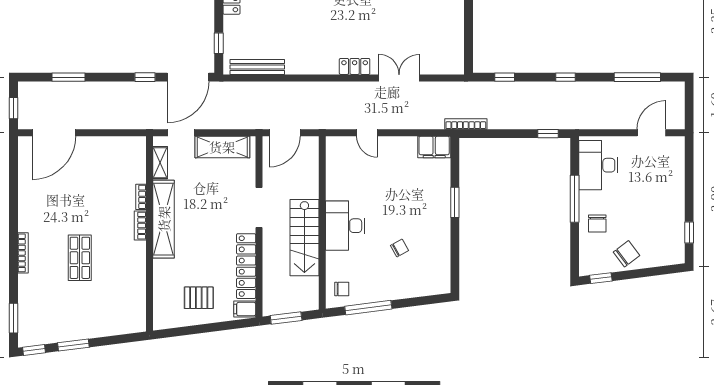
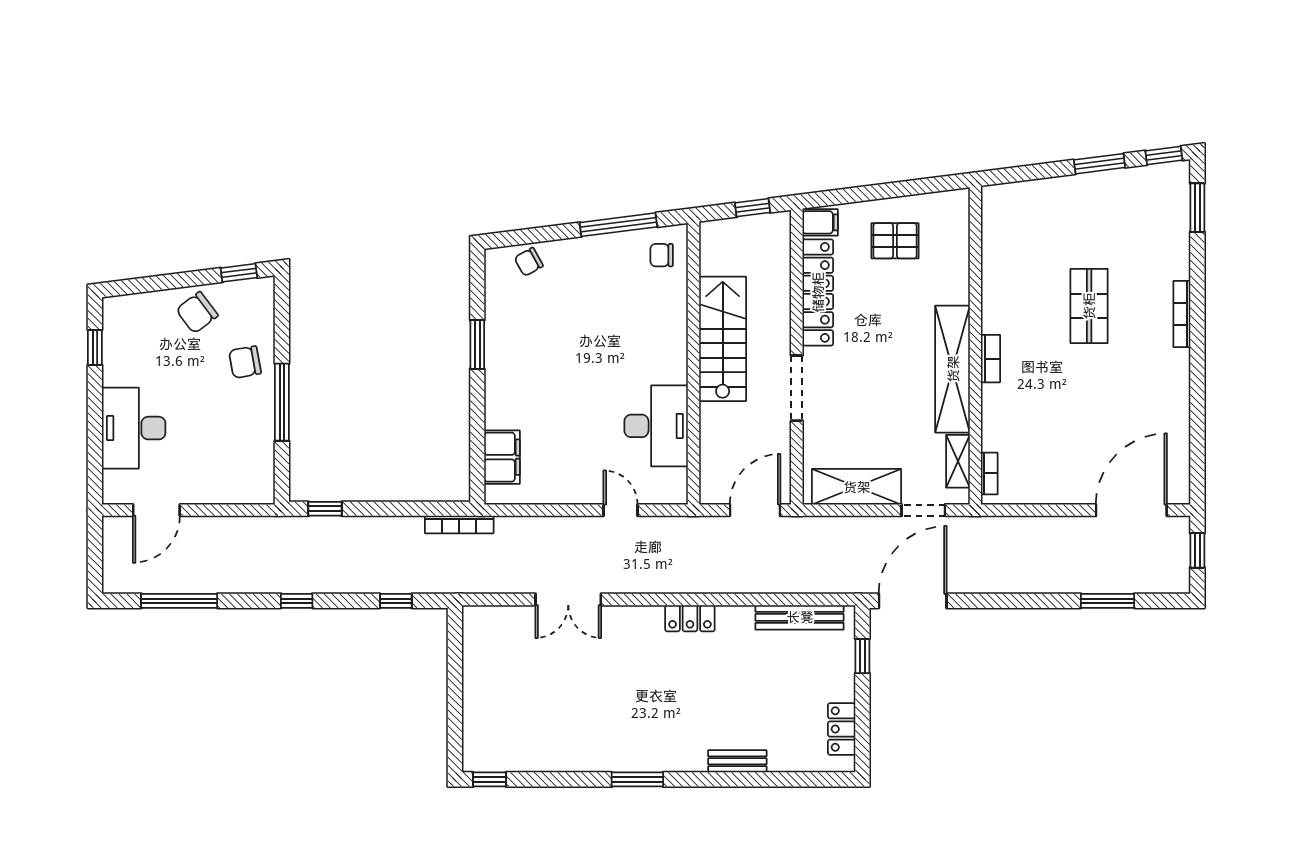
locker: (355, 66) -> (690, 618), moved
window: (145, 77) -> (983, 601), removed
filing cabinet: (434, 147) -> (502, 457), moved, turned 90
desk: (598, 165) -> (134, 428), moved, turned 180
bookcase: (141, 197) -> (989, 473), moved
window: (455, 202) -> (477, 345), moved
chair: (597, 223) -> (245, 362), turned -100
desk: (345, 226) -> (656, 426), moved
chair: (399, 248) -> (529, 262), moved
window: (286, 318) -> (753, 208), width x0.67

